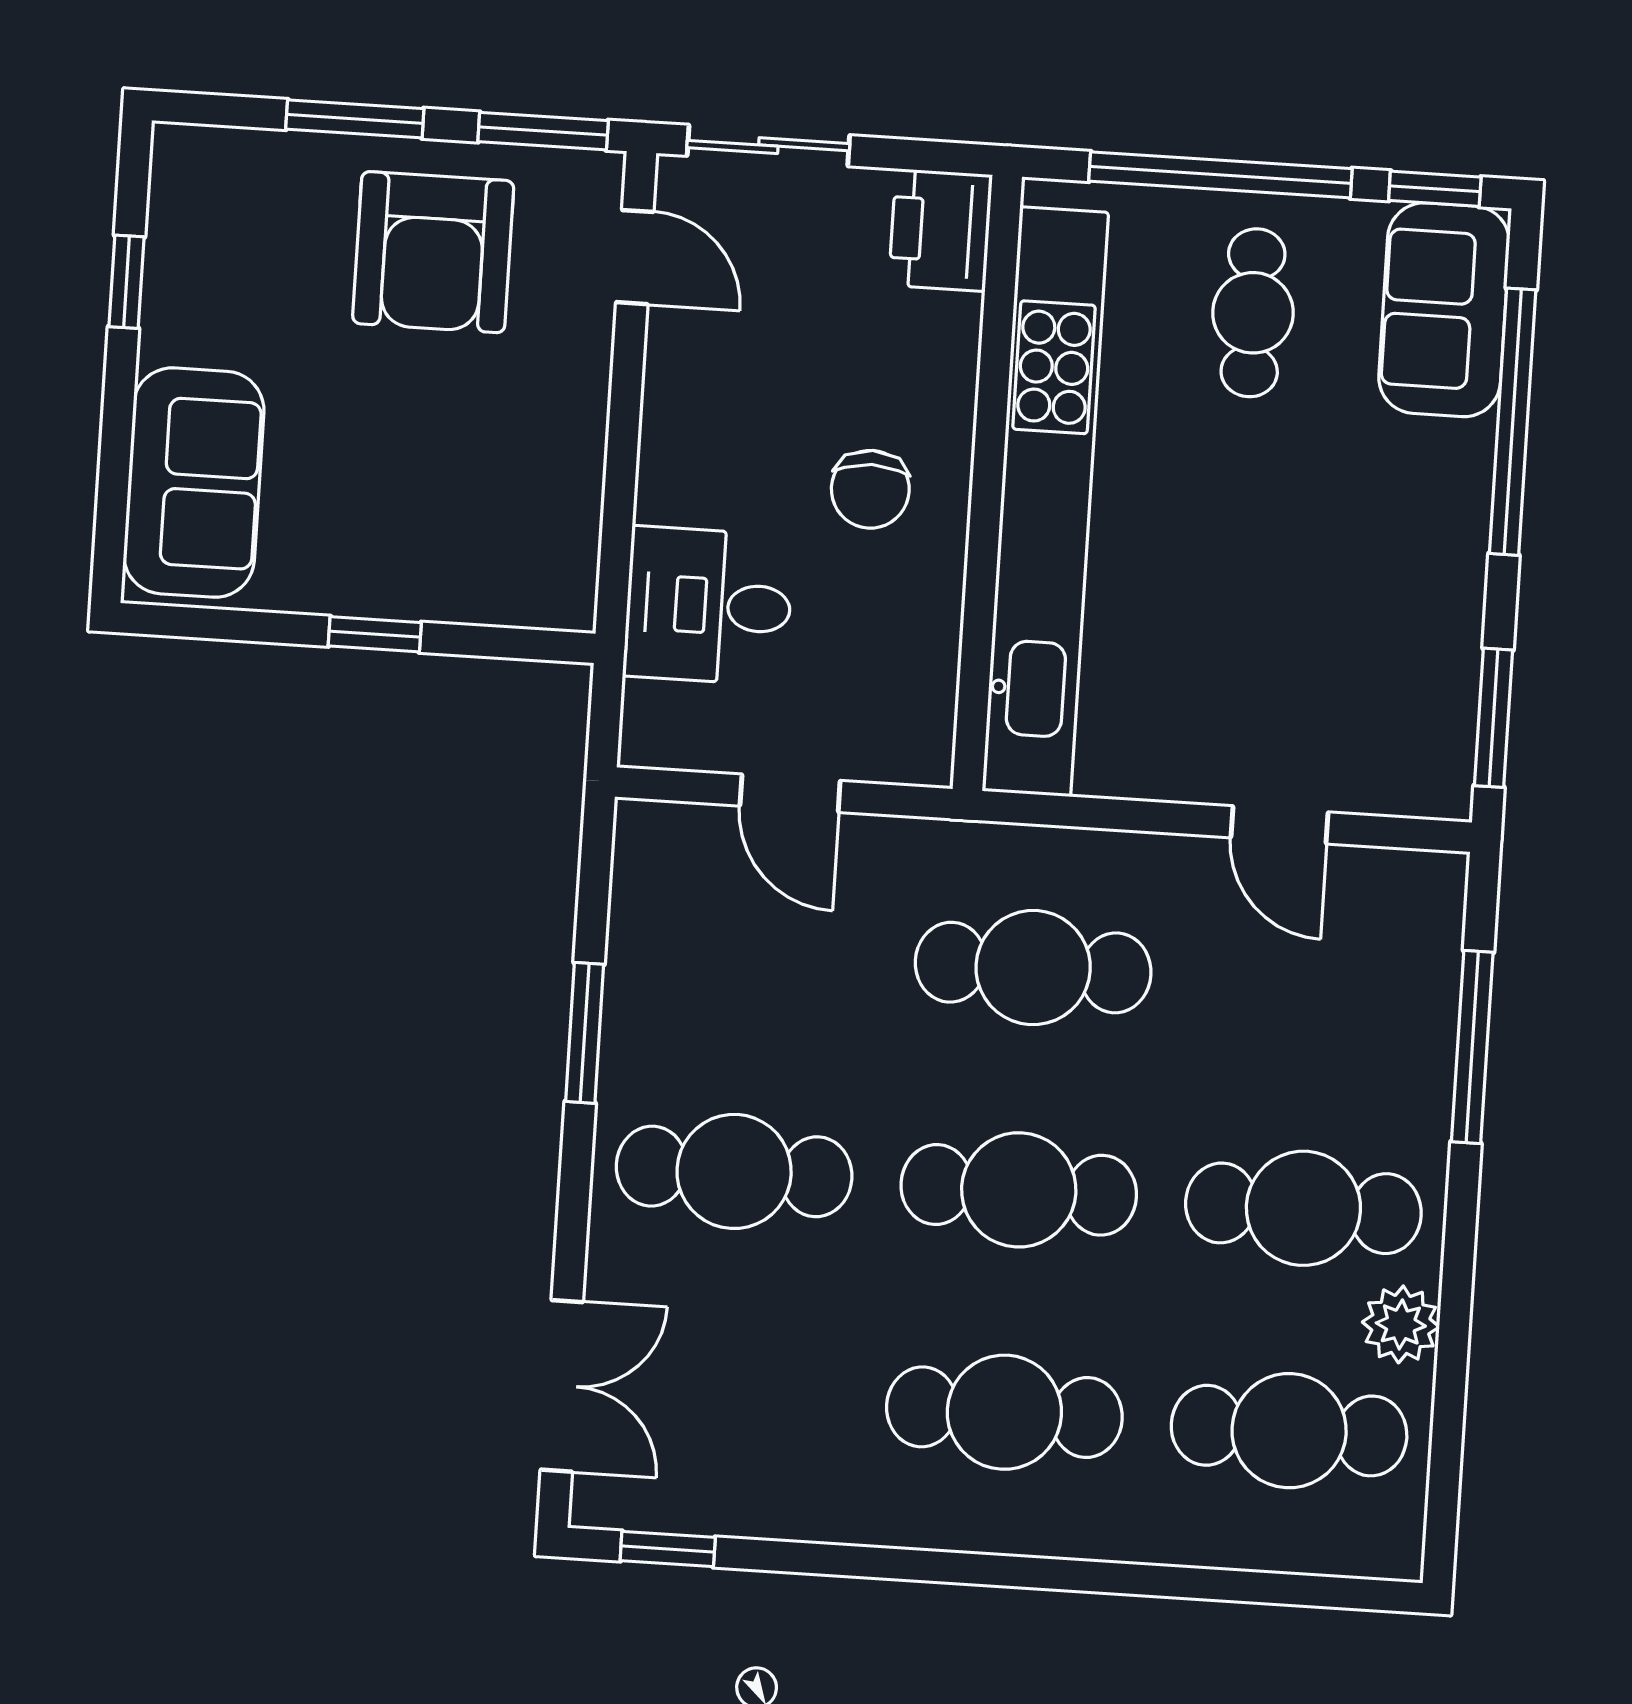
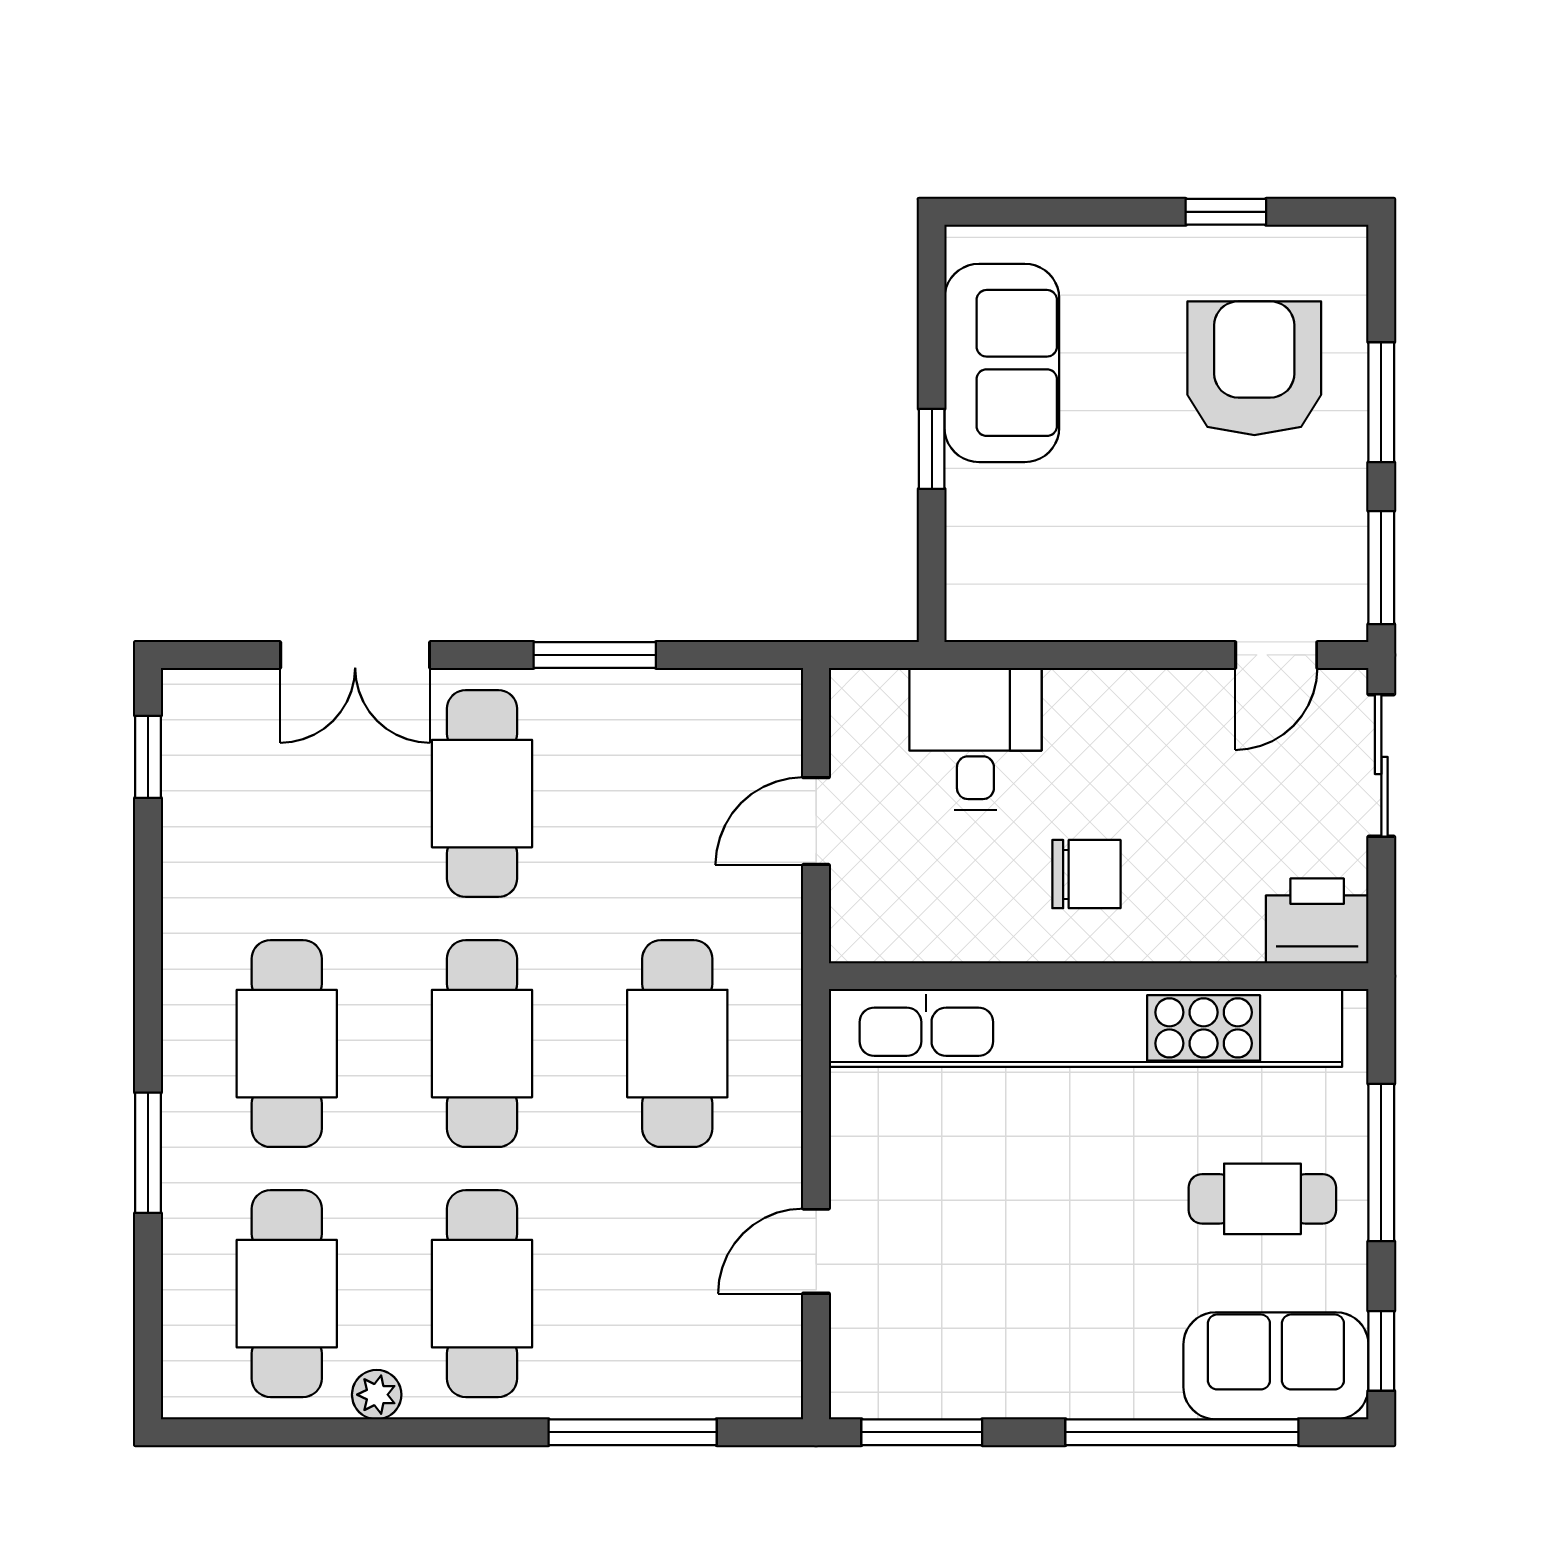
window: (1220, 175) -> (1381, 1163), width x0.68
armchair: (433, 252) -> (1254, 368), moved, turned 90
sofa: (194, 483) -> (1002, 363), moved, turned -90
chair: (870, 489) -> (1086, 874), turned 180
plant: (1401, 1324) -> (377, 1395), width x0.73, depth x0.73
double door: (562, 1386) -> (355, 655), moved
window: (1119, 1578) -> (148, 1153), added

